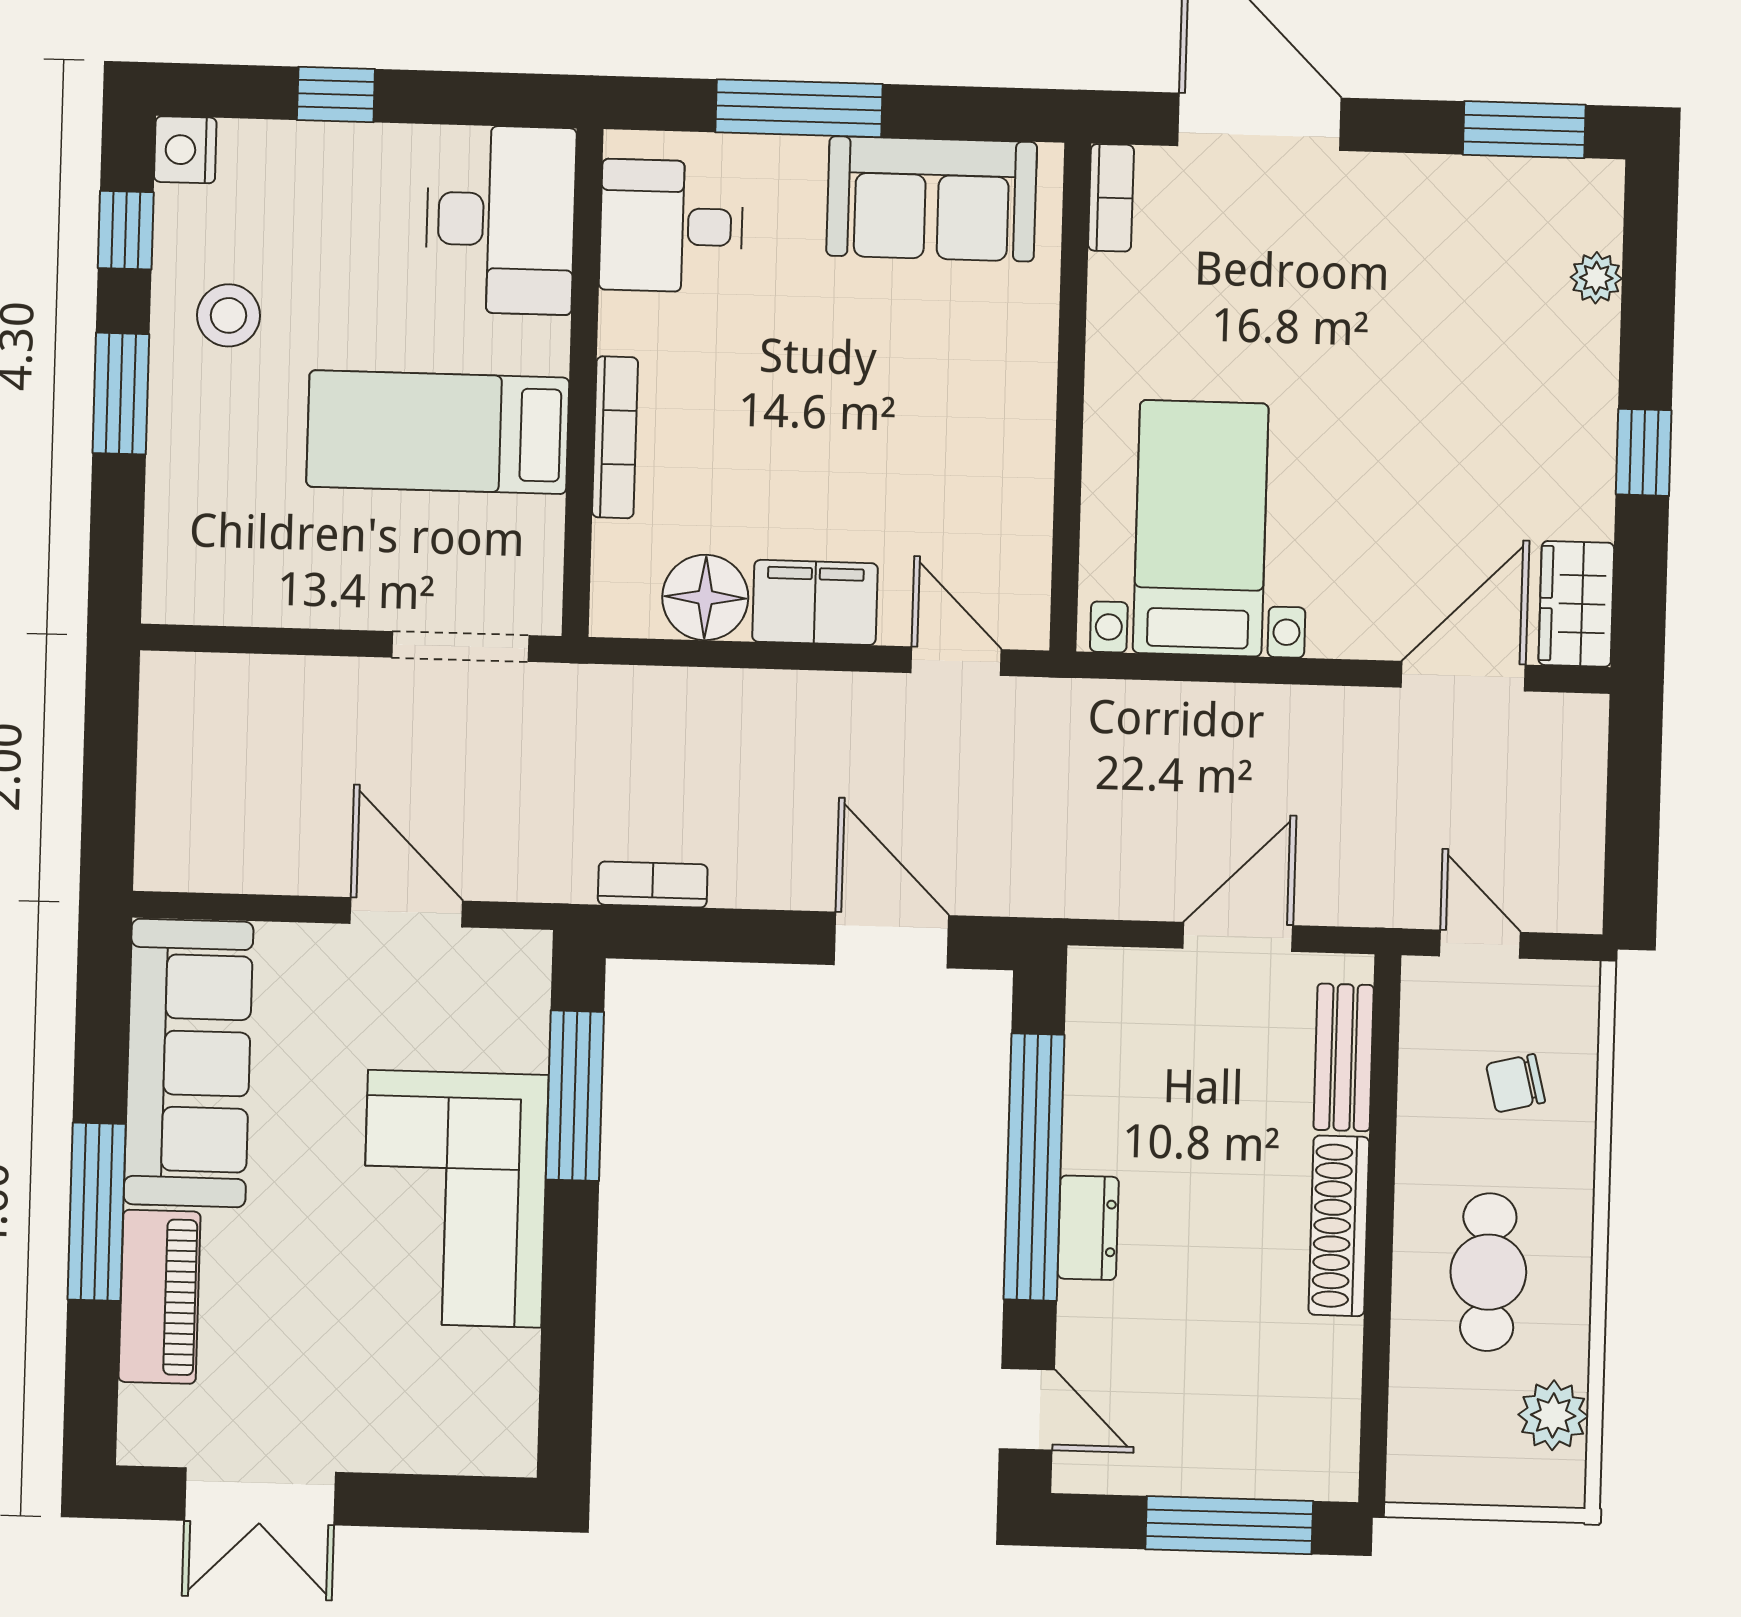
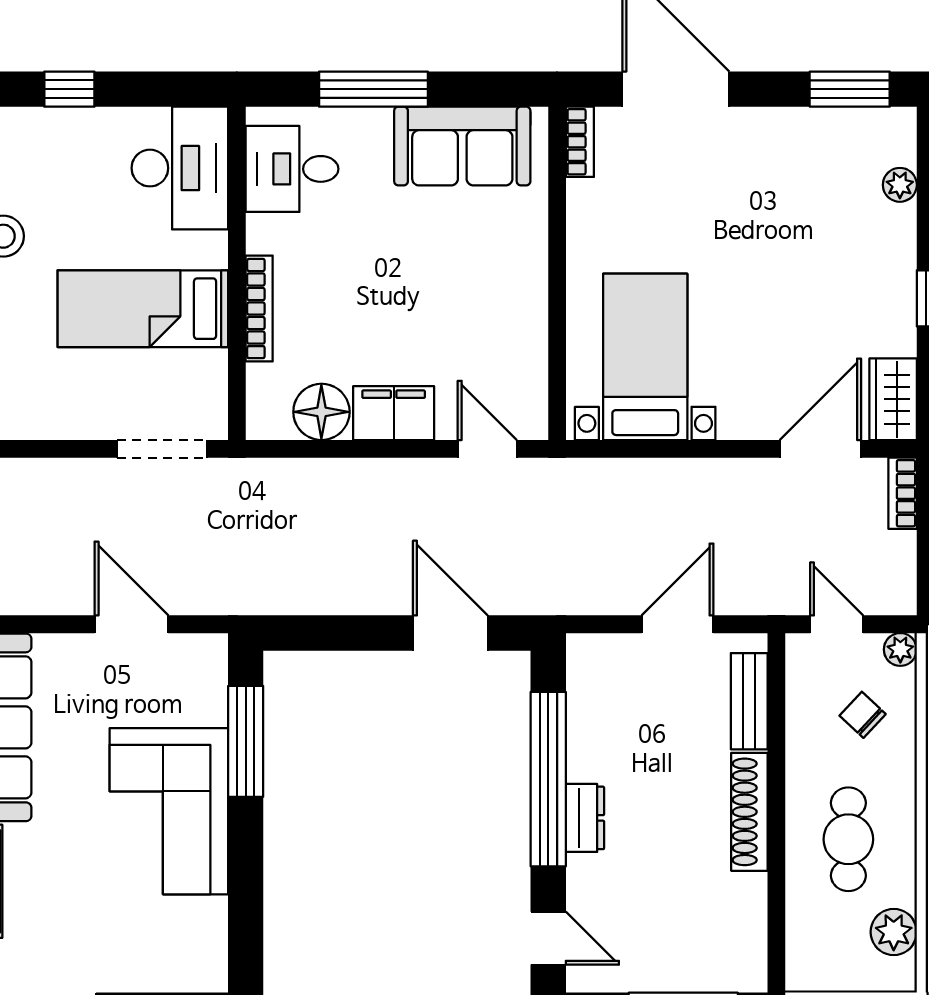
bookcase: (653, 884) -> (903, 493), moved, turned -90
plant: (1576, 985) -> (900, 649), added
chair: (1516, 1083) -> (863, 715), turned 57

